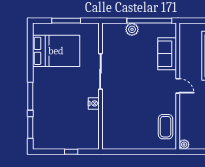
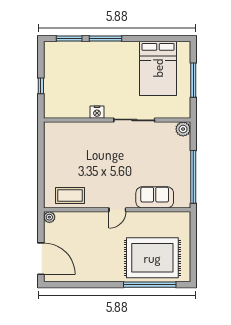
plant: (132, 29) -> (183, 129), moved

